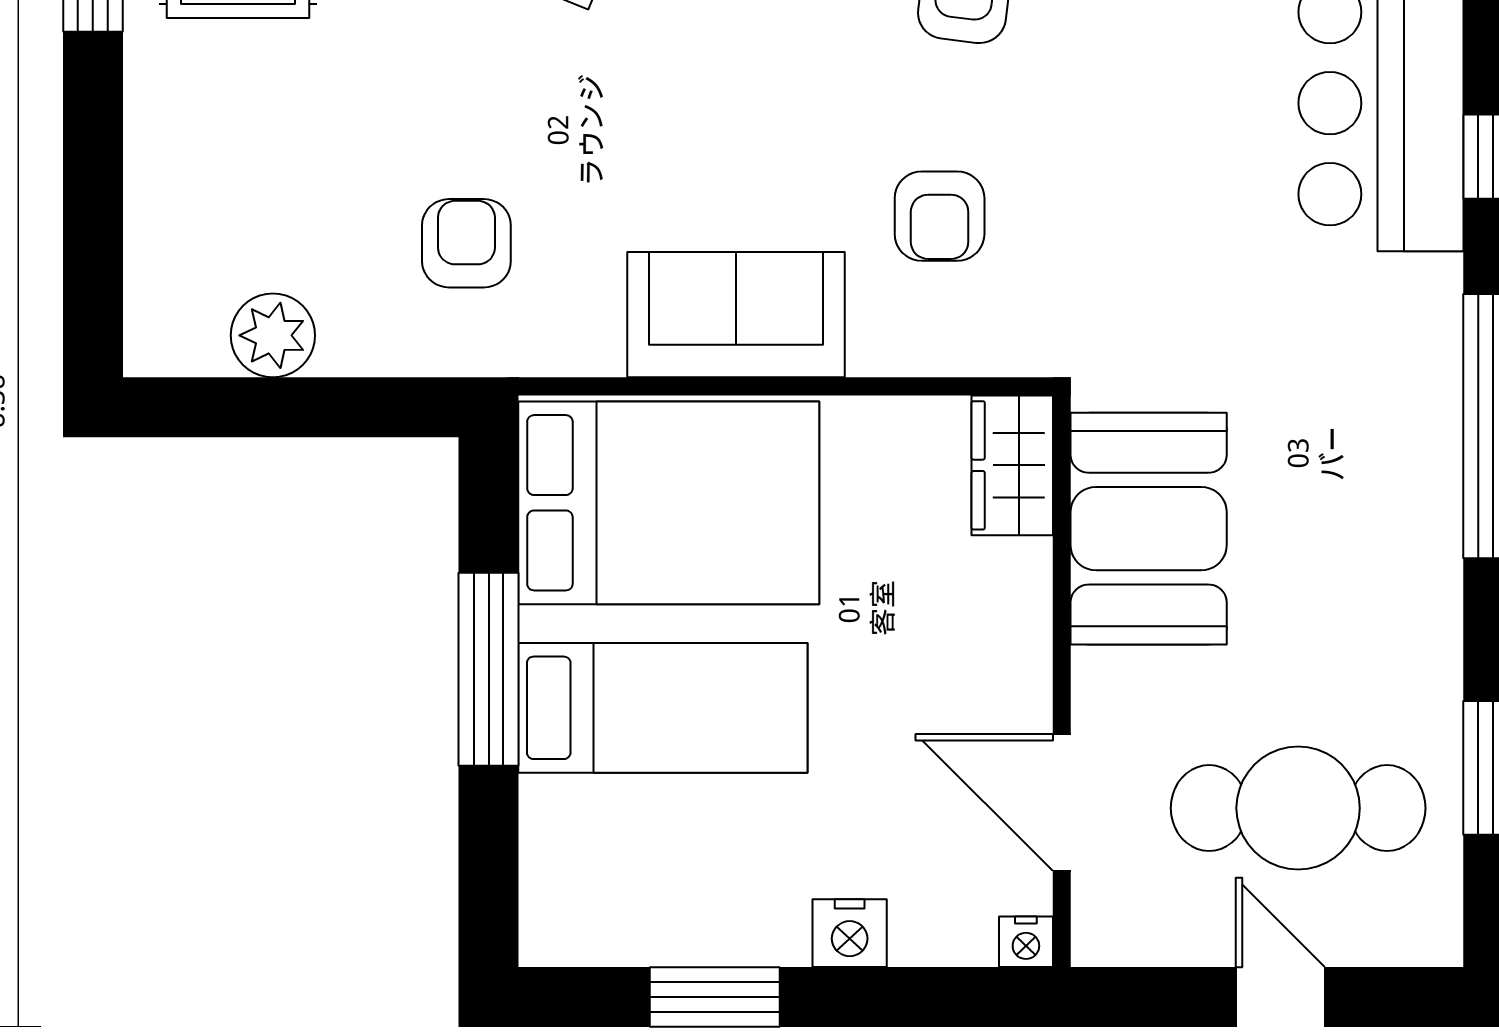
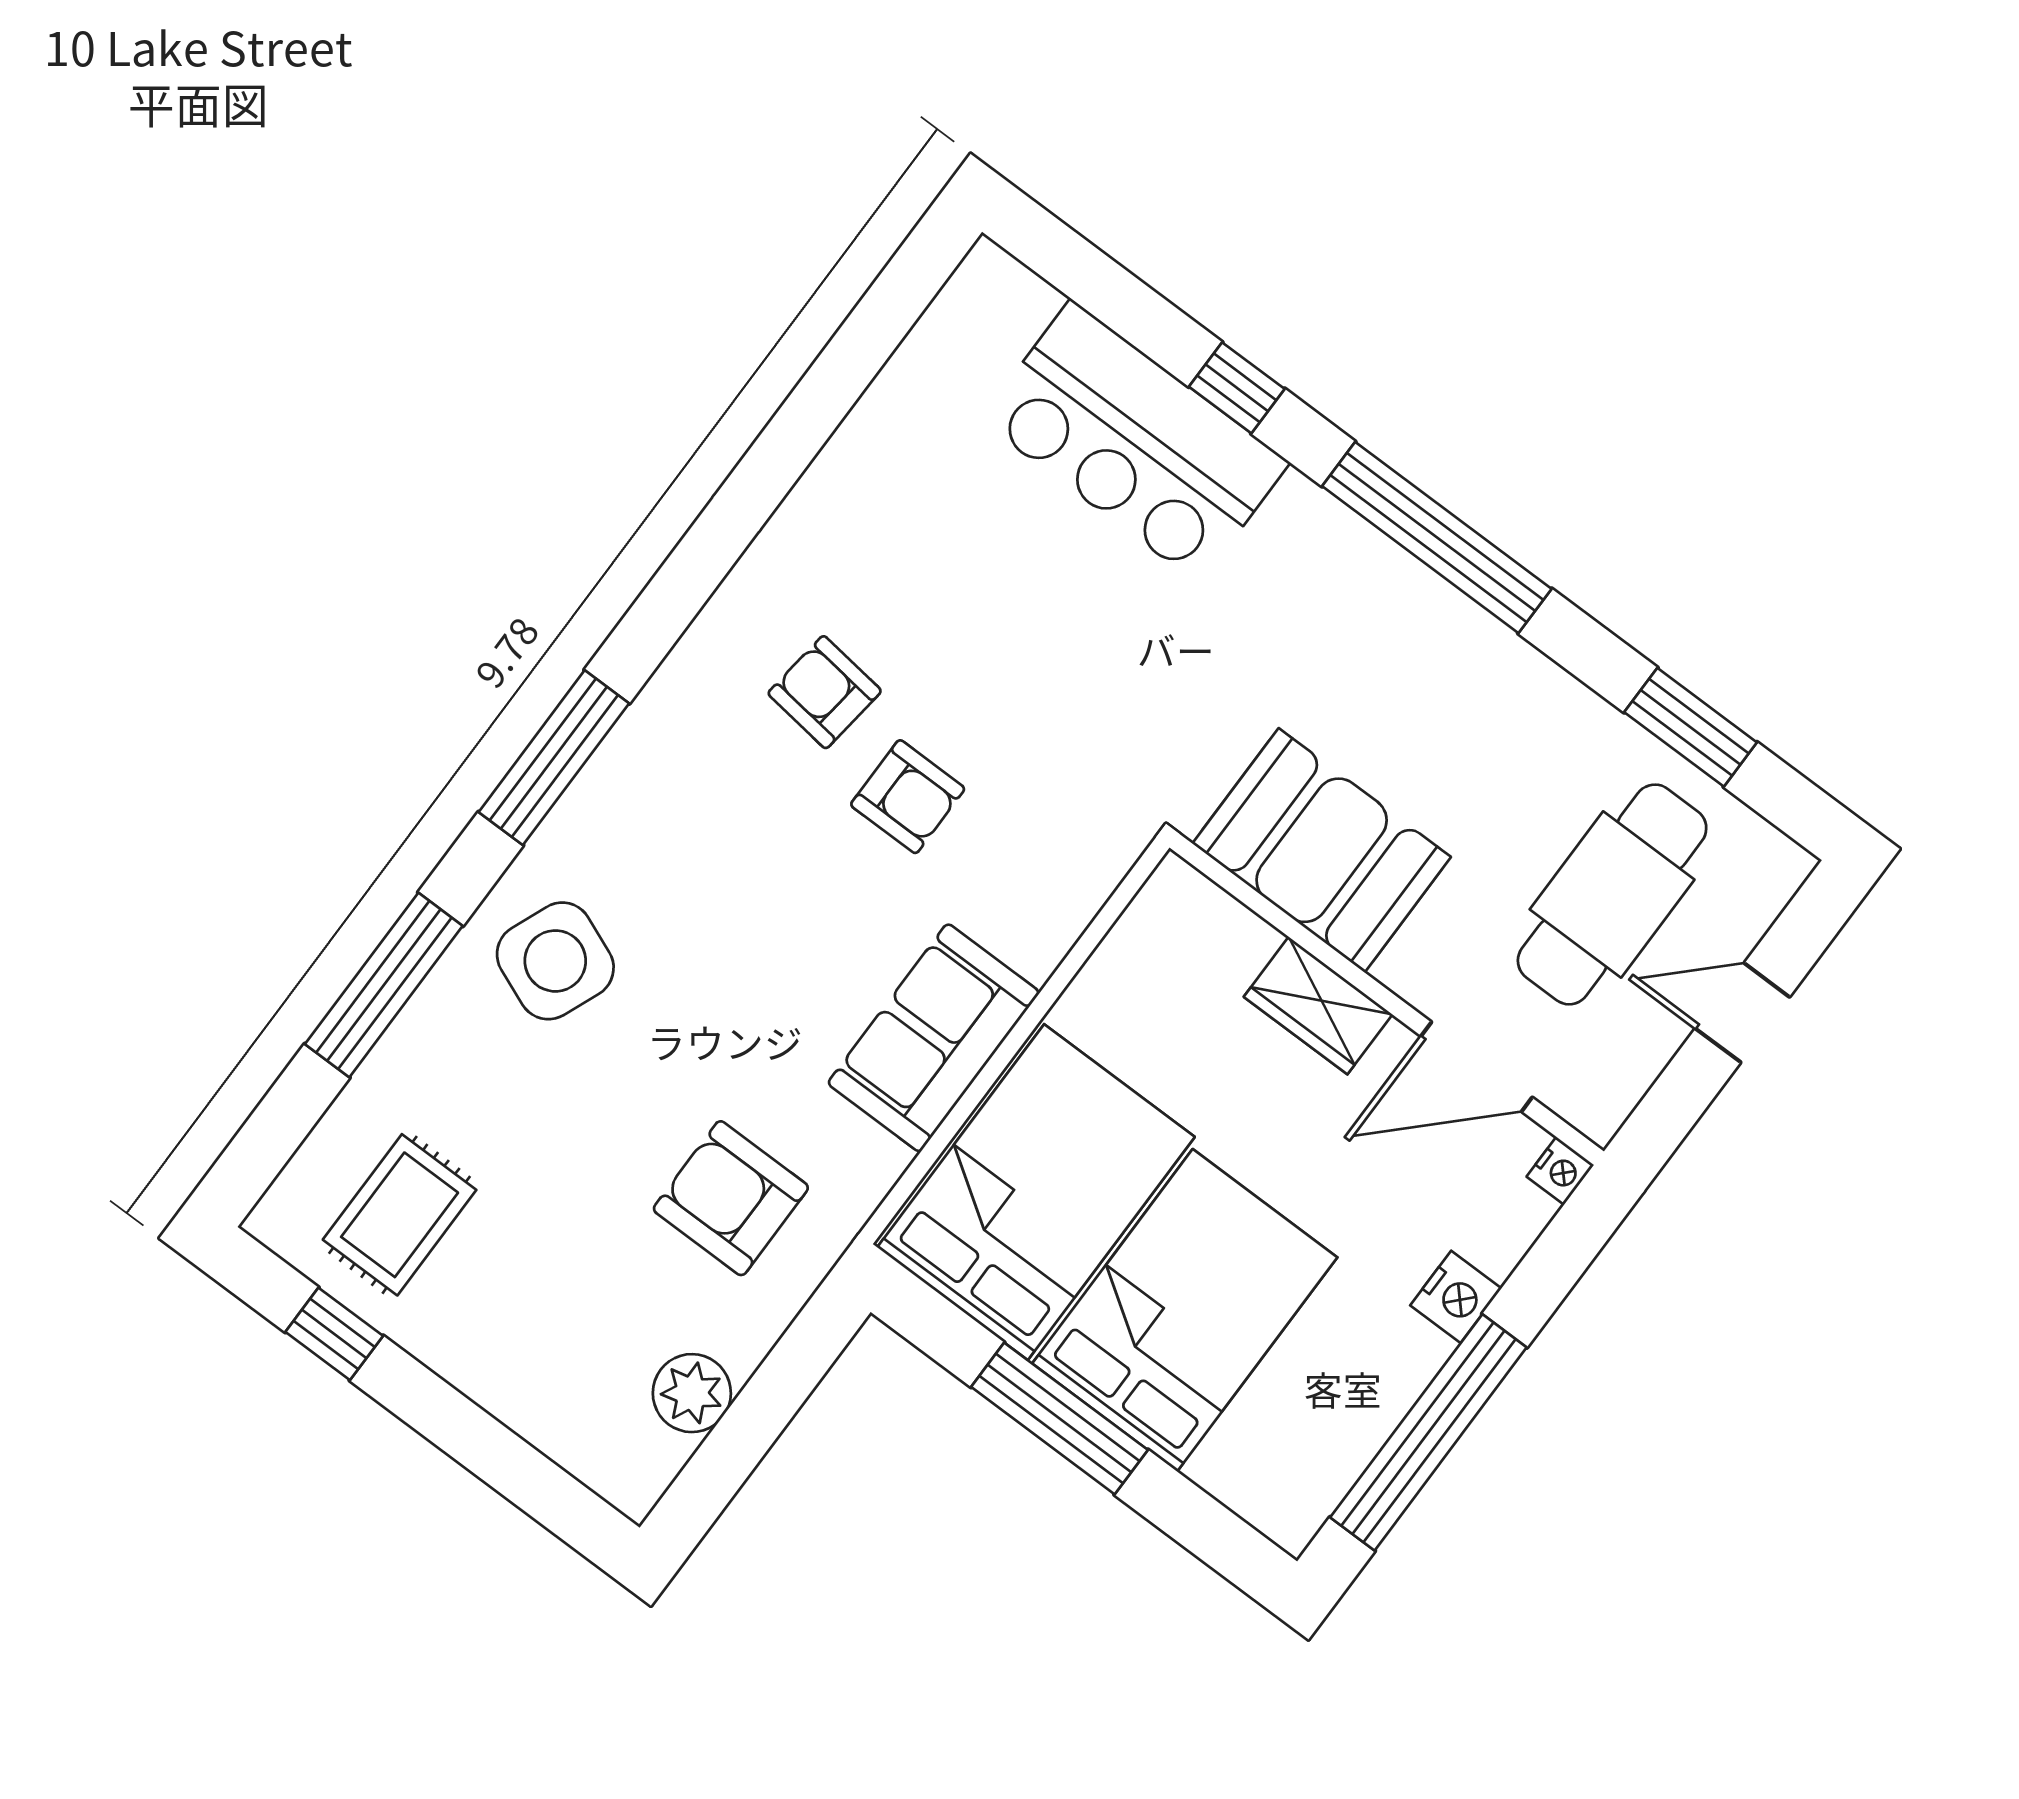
armchair: (940, 216) -> (908, 797), moved
armchair: (466, 243) -> (731, 1198), width x1.38, depth x1.38
wardrobe: (1012, 465) -> (1318, 1006), moved
bed: (663, 708) -> (1185, 1310), width x1.50
window: (715, 997) -> (1428, 1432), width x2.11

